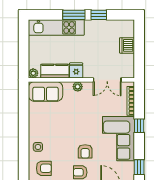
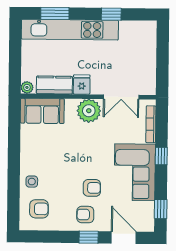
window: (74, 15) -> (55, 13), moved
kitchen unit: (56, 27) -> (70, 30), width x1.36
dishwasher: (127, 45) -> (147, 53), removed
plant: (78, 87) -> (89, 111), width x1.87, depth x1.87
armchair: (85, 151) -> (92, 188), turned -90

